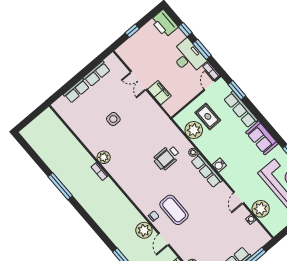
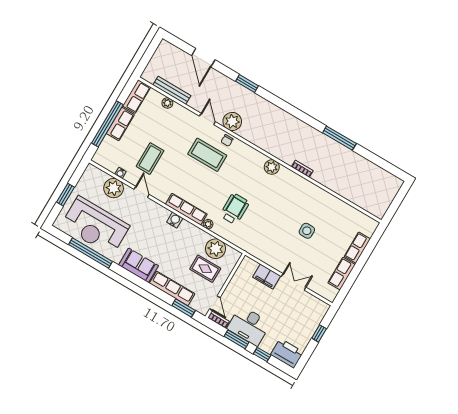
plant: (104, 157) -> (272, 167), moved
coffee table: (222, 223) -> (150, 159), added

